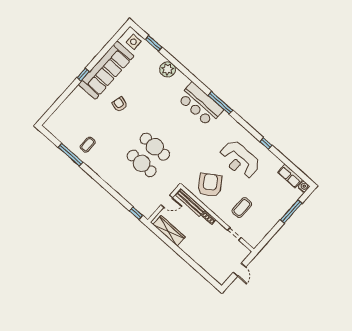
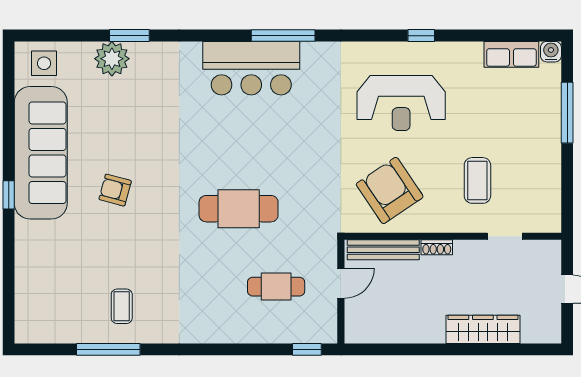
window: (154, 43) -> (129, 36), moved
plant: (168, 69) -> (112, 59), moved
cafe table: (142, 163) -> (276, 287), moved, width x0.73, depth x0.74
wardrobe: (169, 231) -> (483, 329), moved

